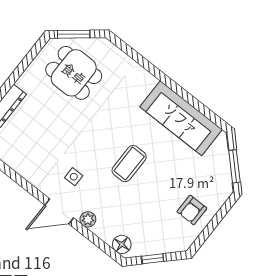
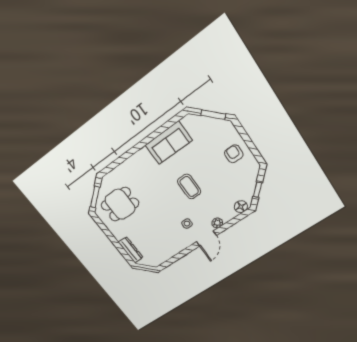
sofa: (181, 118) -> (169, 143), width x0.73
armchair: (192, 210) -> (234, 154), turned 180

